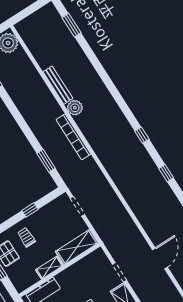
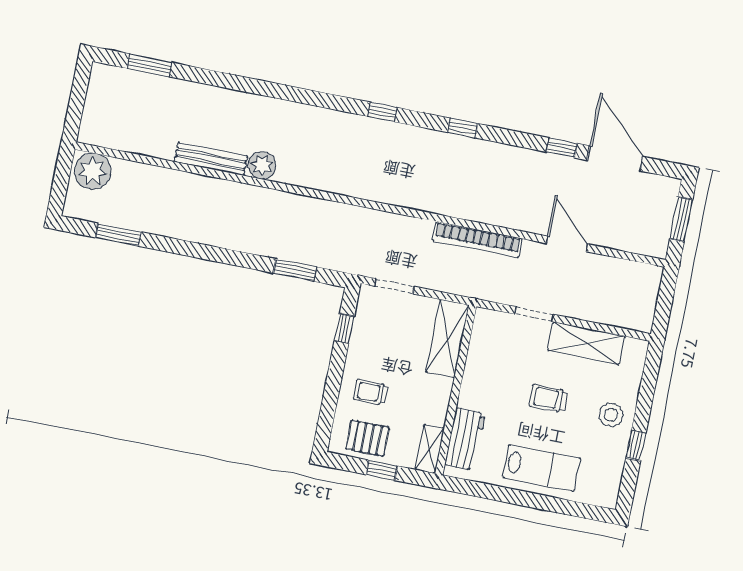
bookcase: (73, 137) -> (477, 240), moved
window: (30, 210) -> (344, 329), moved
shelving: (49, 268) -> (430, 449), moved

